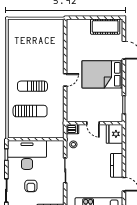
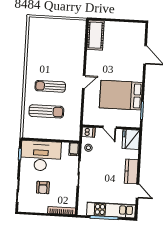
cot: (105, 27) -> (95, 35), moved, turned 90
bed: (102, 74) -> (121, 95), moved
filing cabinet: (59, 147) -> (74, 149), added

